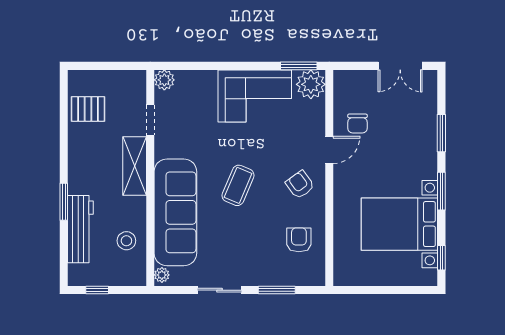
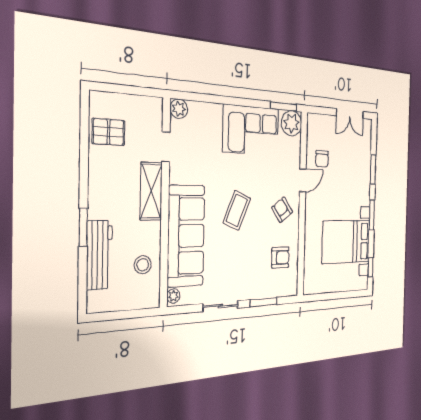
armchair: (299, 240) -> (280, 257), turned 90
window: (97, 290) -> (115, 316), removed

